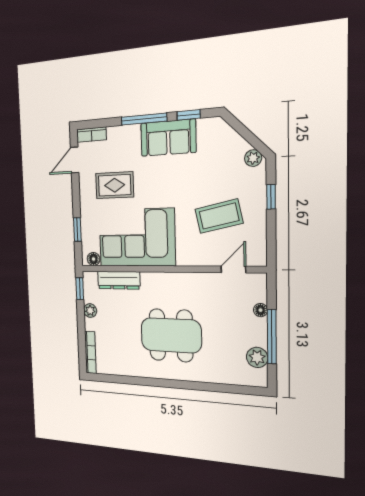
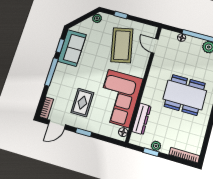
sofa: (168, 138) -> (72, 48), moved
door: (75, 160) -> (57, 125), hinge flipped
coffee table: (219, 216) -> (122, 45), width x1.36, depth x1.32
window: (77, 230) -> (84, 132), moved
window: (80, 289) -> (151, 152), moved
dining table: (171, 335) -> (185, 95), turned 90

